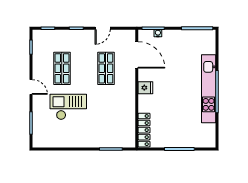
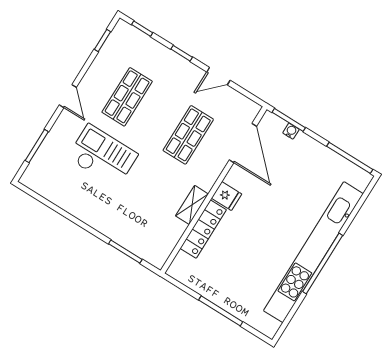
kitchen unit: (209, 89) -> (313, 252), width x1.36
shelving: (130, 103) -> (192, 205), added
locker: (144, 130) -> (203, 229), moved

